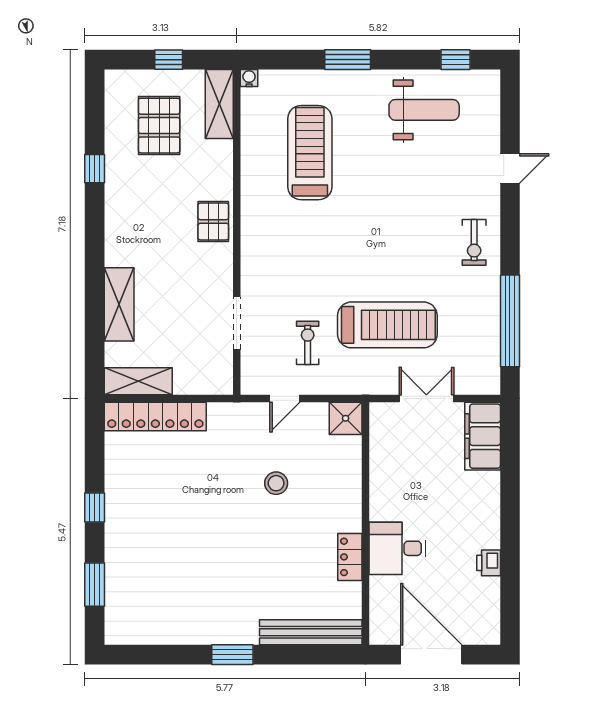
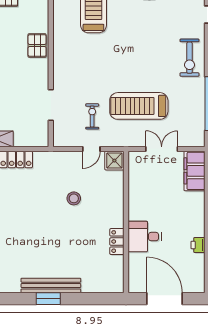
exercise bike: (474, 242) -> (189, 58), width x1.38, depth x1.39
treadmill: (387, 325) -> (139, 106), turned 180
door: (285, 398) -> (91, 149), moved
bench: (311, 632) -> (51, 286), moved

